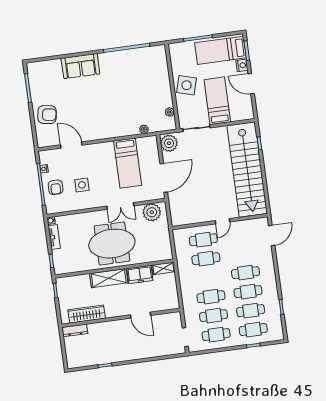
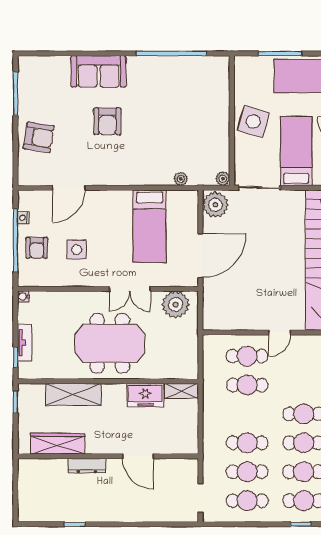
armchair: (91, 98) -> (107, 121), added
plant: (170, 112) -> (223, 179), moved
door: (71, 145) -> (69, 188), swing flipped
tv unit: (54, 237) -> (25, 343), moved
shelving: (109, 278) -> (73, 394), moved
dresser: (75, 330) -> (87, 466), moved

